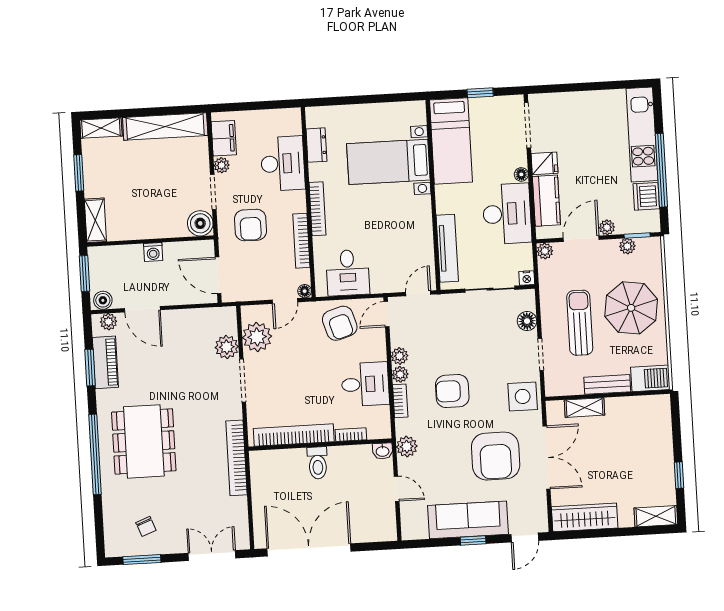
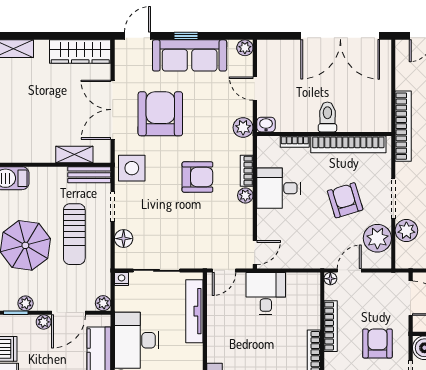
desk: (348, 273) -> (266, 294), moved
armchair: (340, 323) -> (345, 200), moved
plant: (400, 356) -> (245, 48), moved
bench: (607, 384) -> (89, 175), moved

